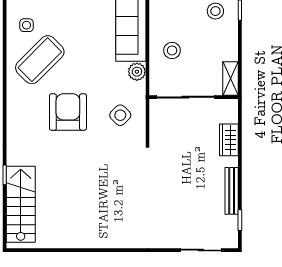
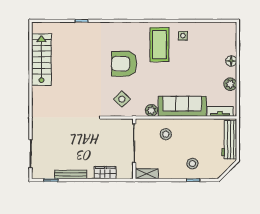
coffee table: (40, 60) -> (159, 45), turned 45
armchair: (68, 112) -> (124, 64), turned 180
stairs: (21, 204) -> (41, 59), moved, turned -90

